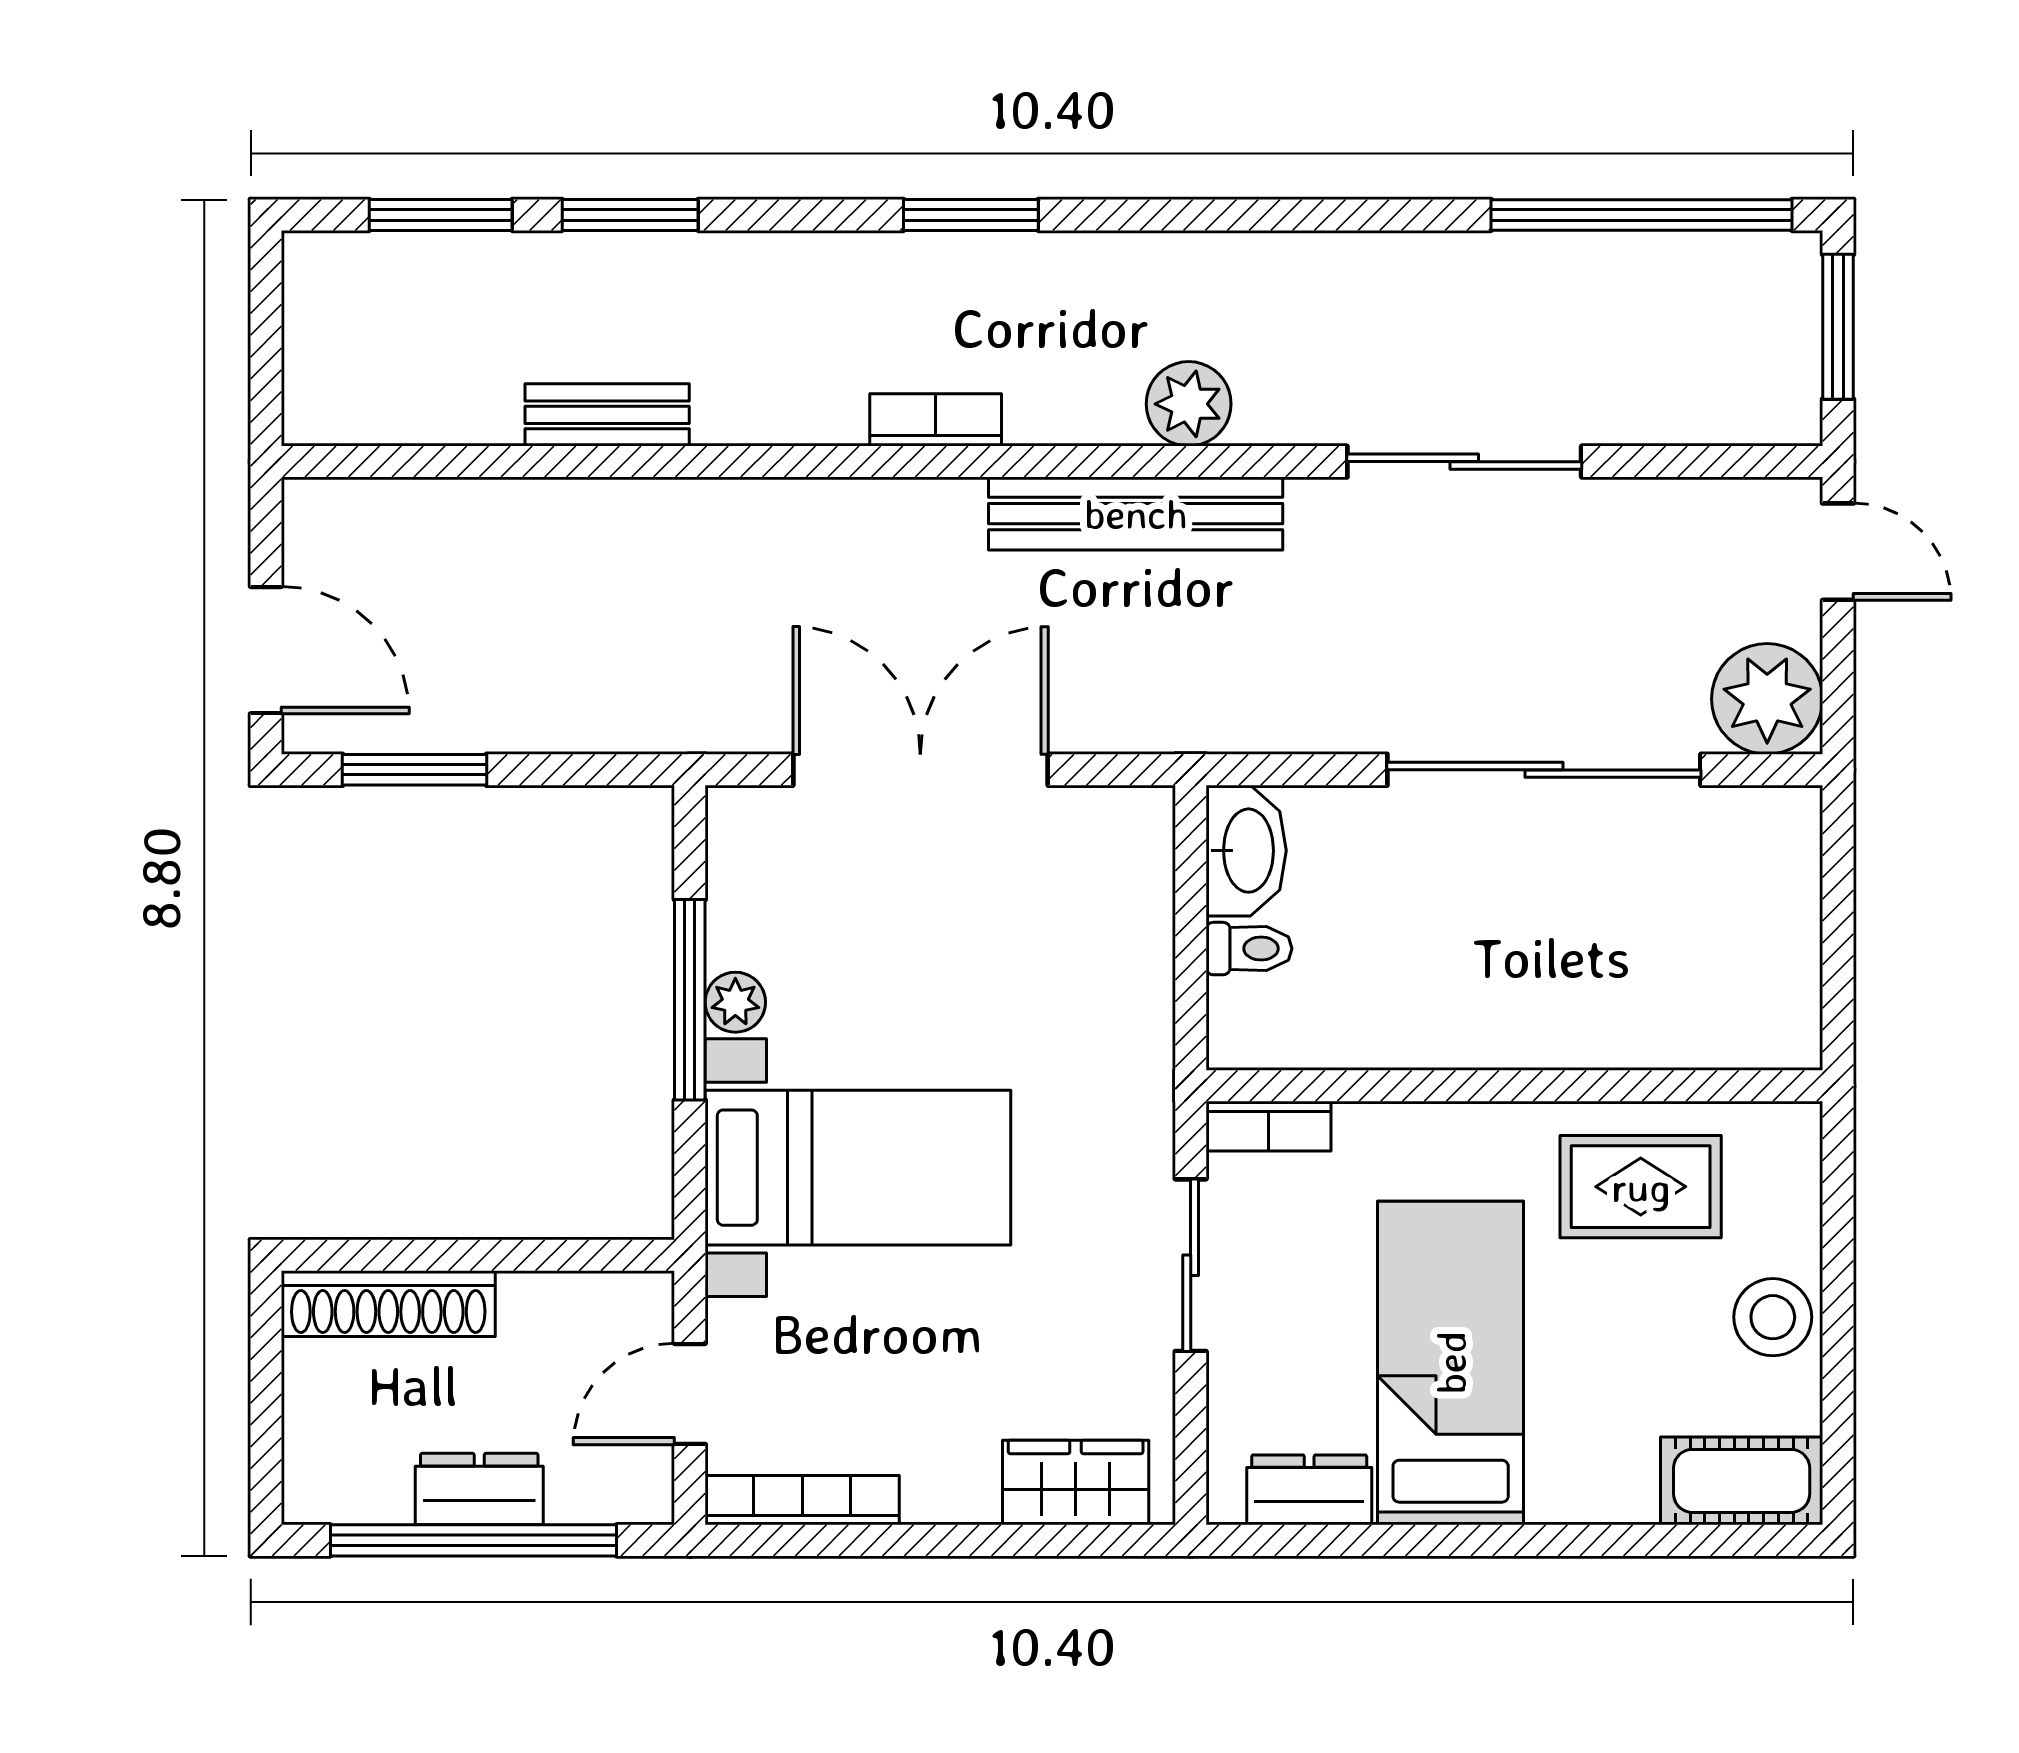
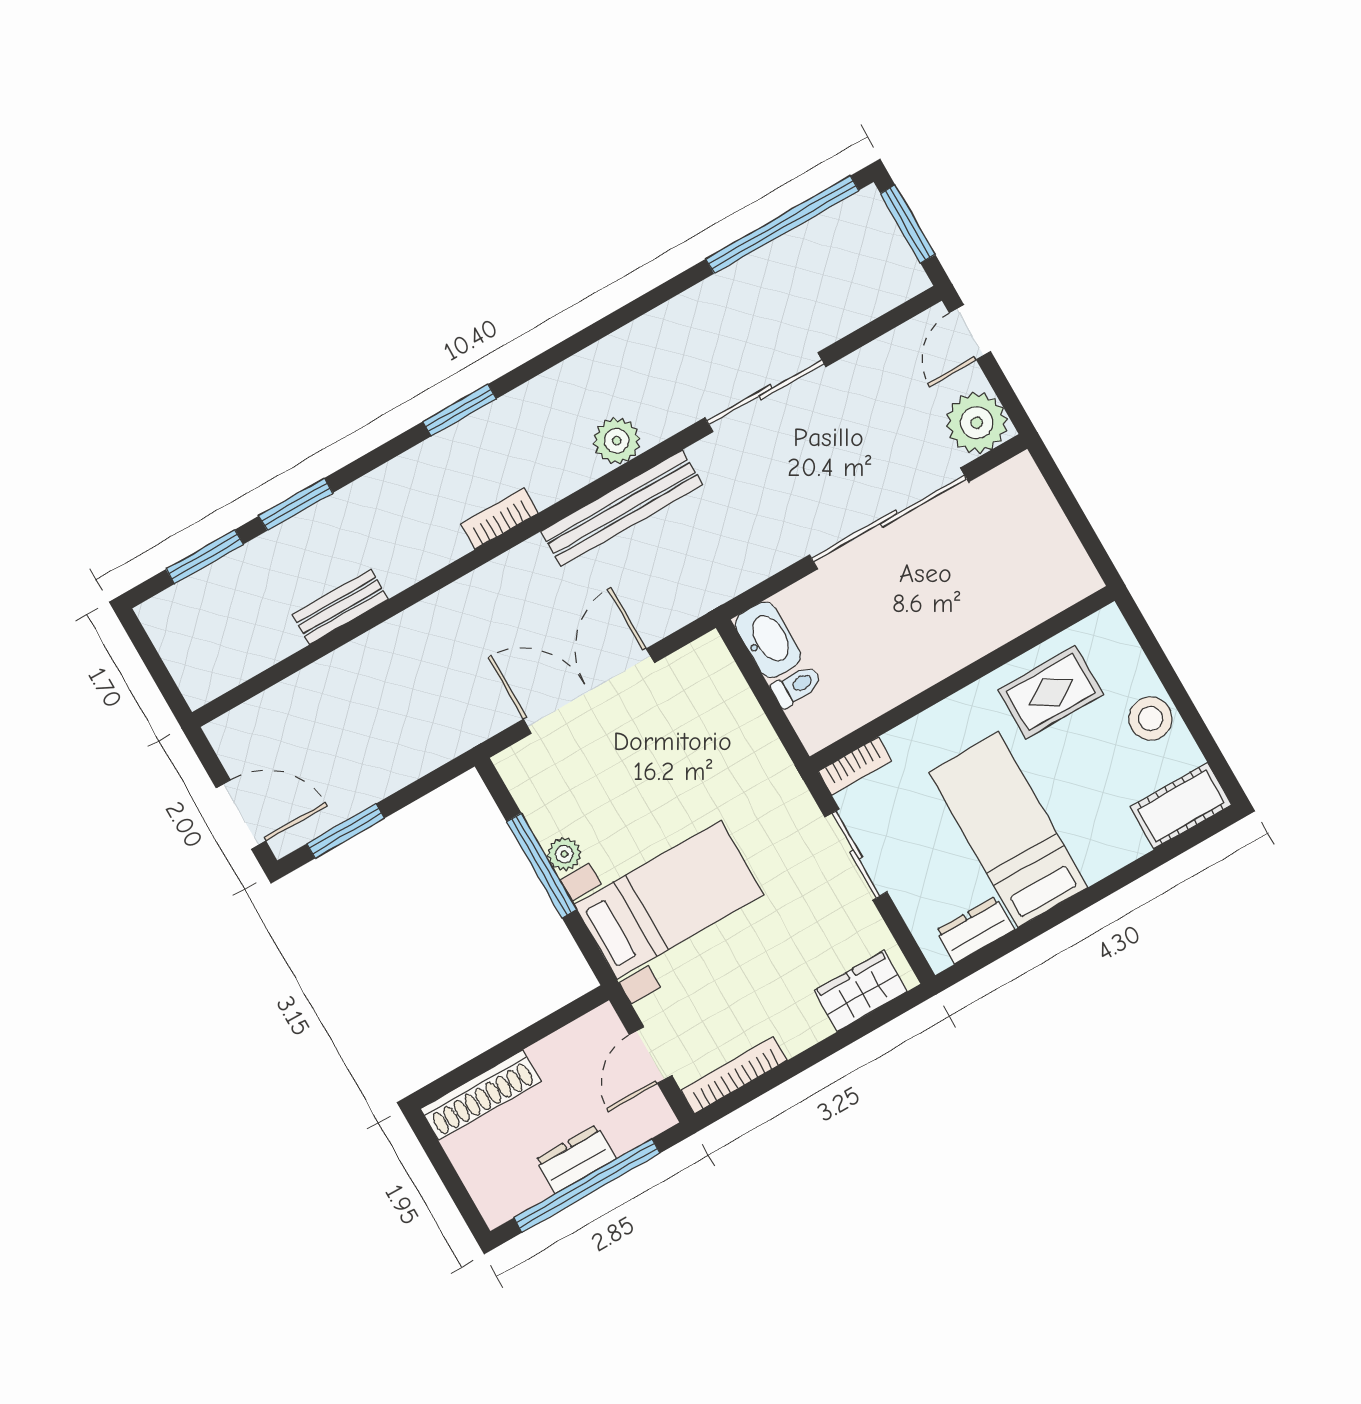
door: (1838, 552) -> (970, 332), swing flipped

